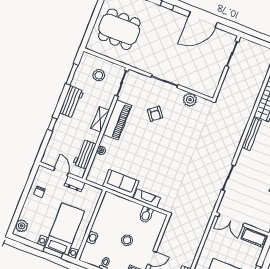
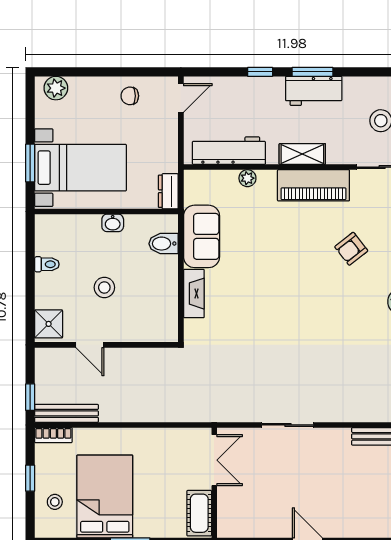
window: (72, 74) -> (312, 72), moved
workbench: (85, 154) -> (229, 151), width x1.38
door: (61, 172) -> (181, 98), moved
dresser: (74, 184) -> (168, 191), moved
bidet: (146, 215) -> (164, 244), moved
double door: (231, 220) -> (214, 460), swing flipped
washbasin: (92, 238) -> (113, 223), moved

